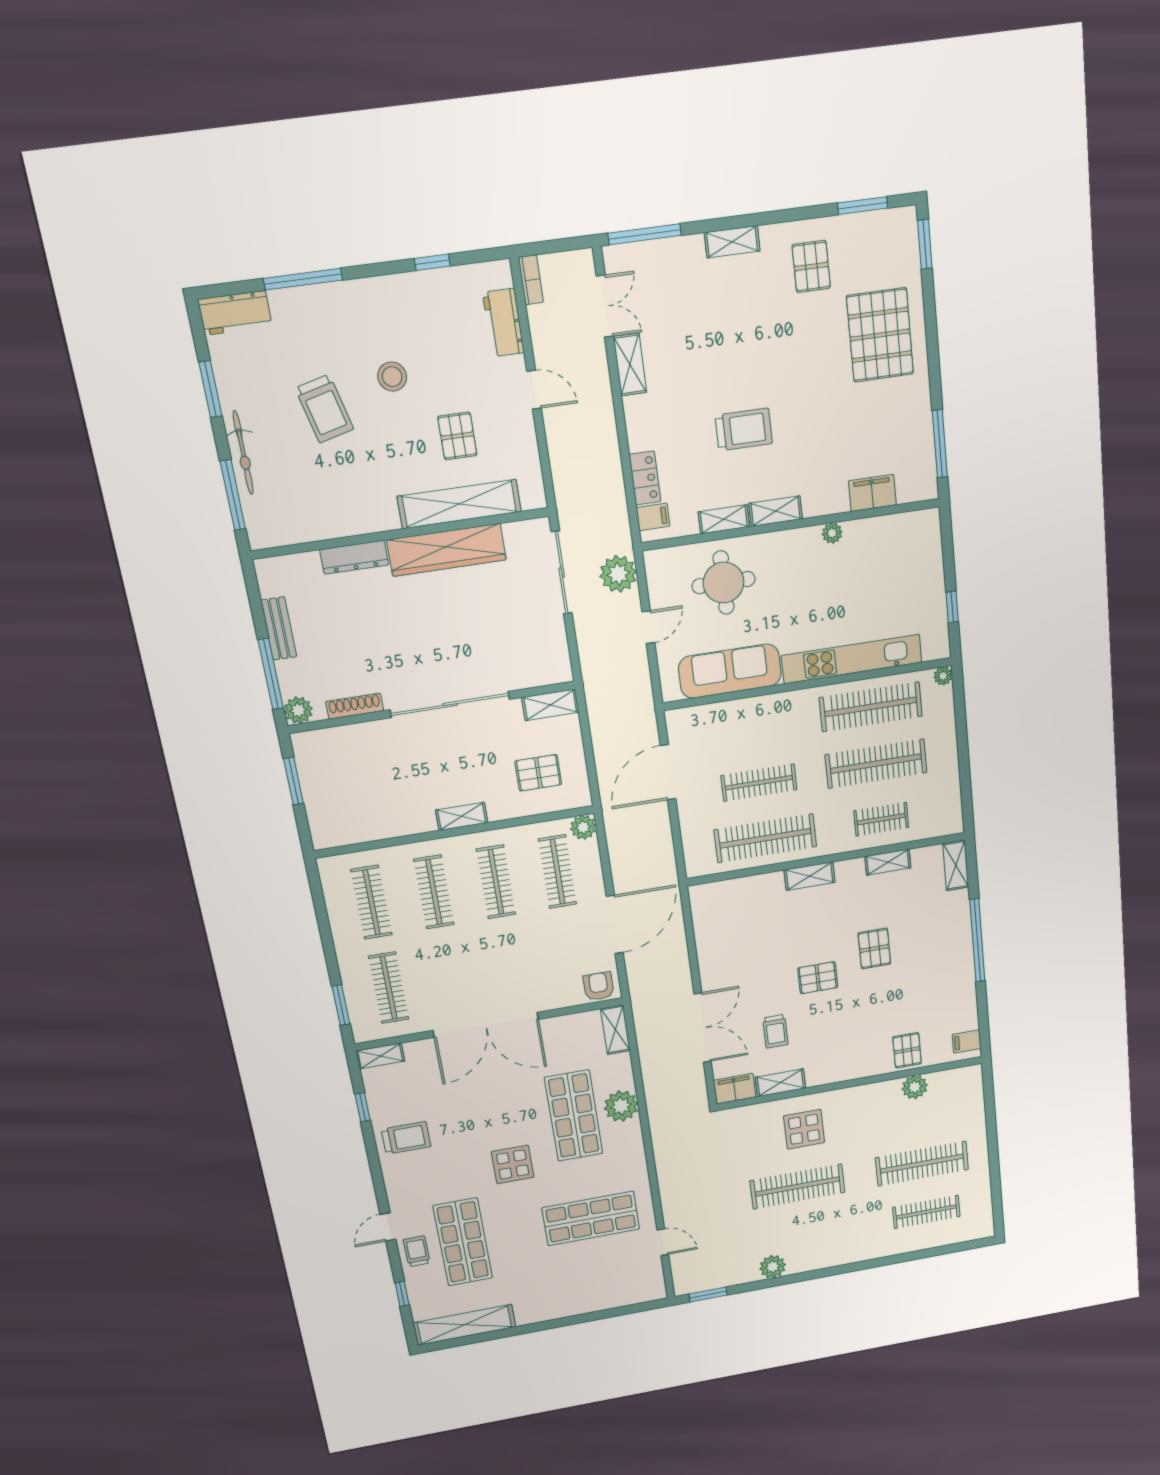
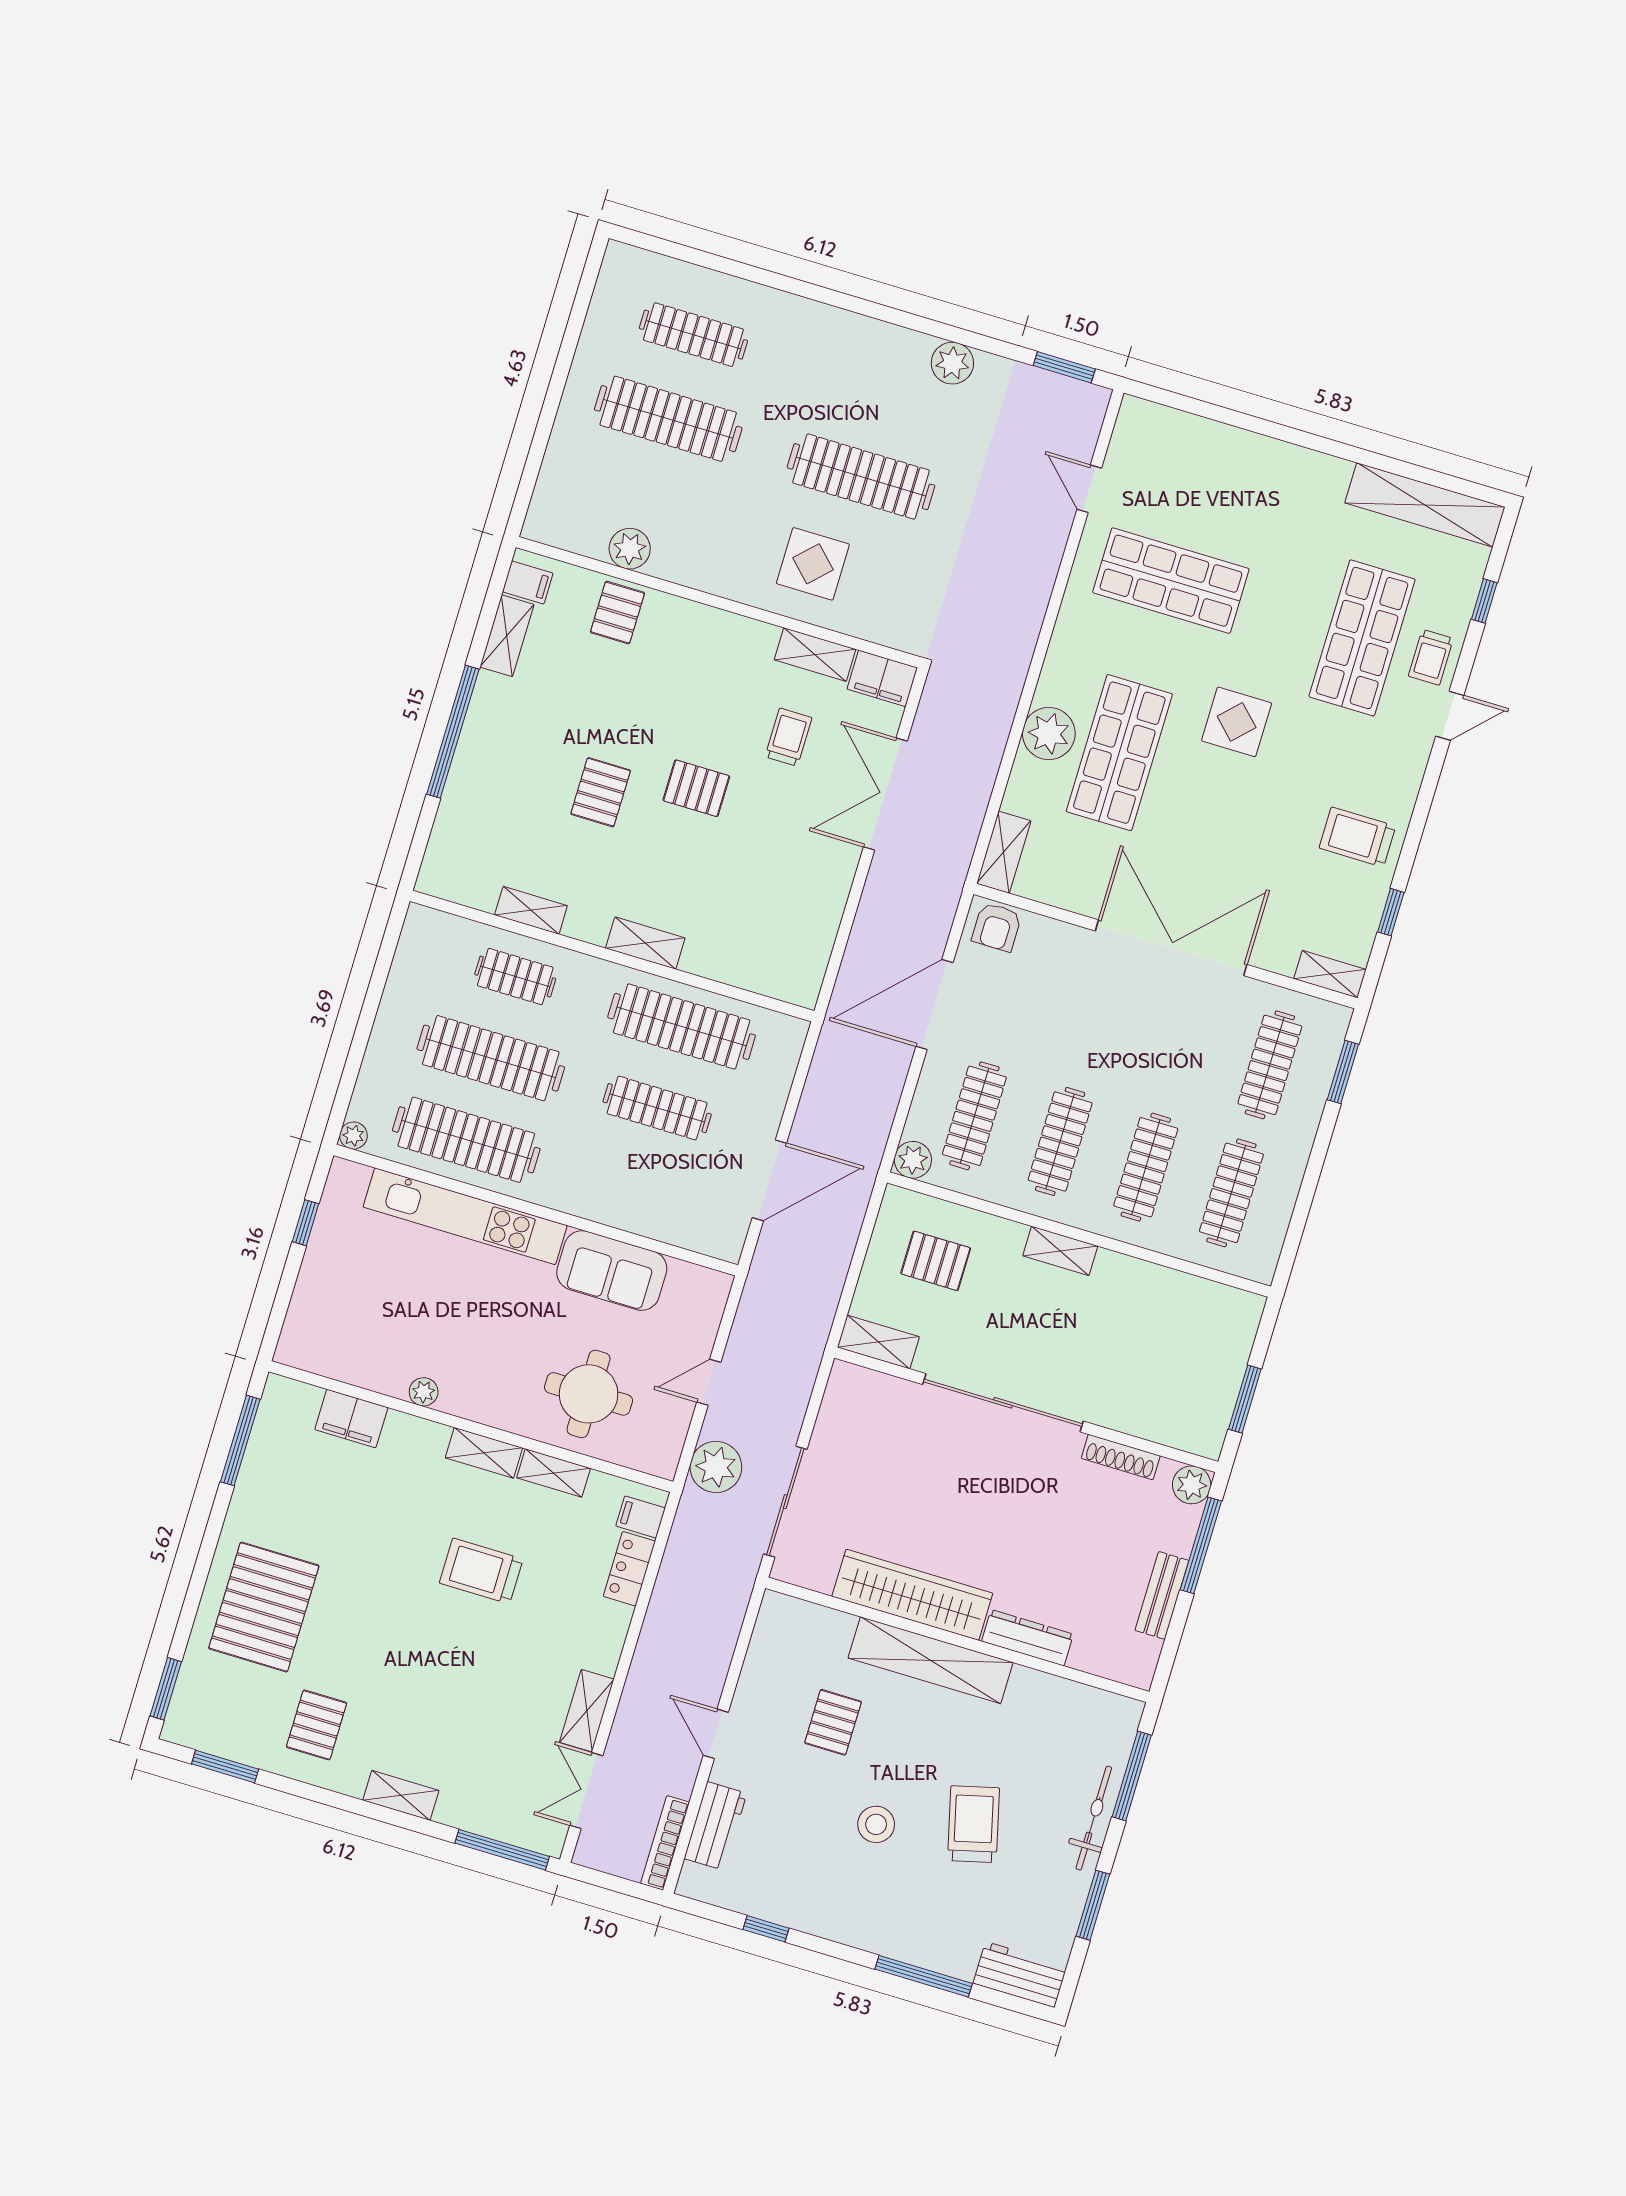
bookcase: (531, 280) -> (665, 1843), width x1.56
shelving: (459, 504) -> (931, 1660), moved
sofa: (730, 671) -> (612, 1271), width x0.73
shelving: (956, 865) -> (507, 636), moved

